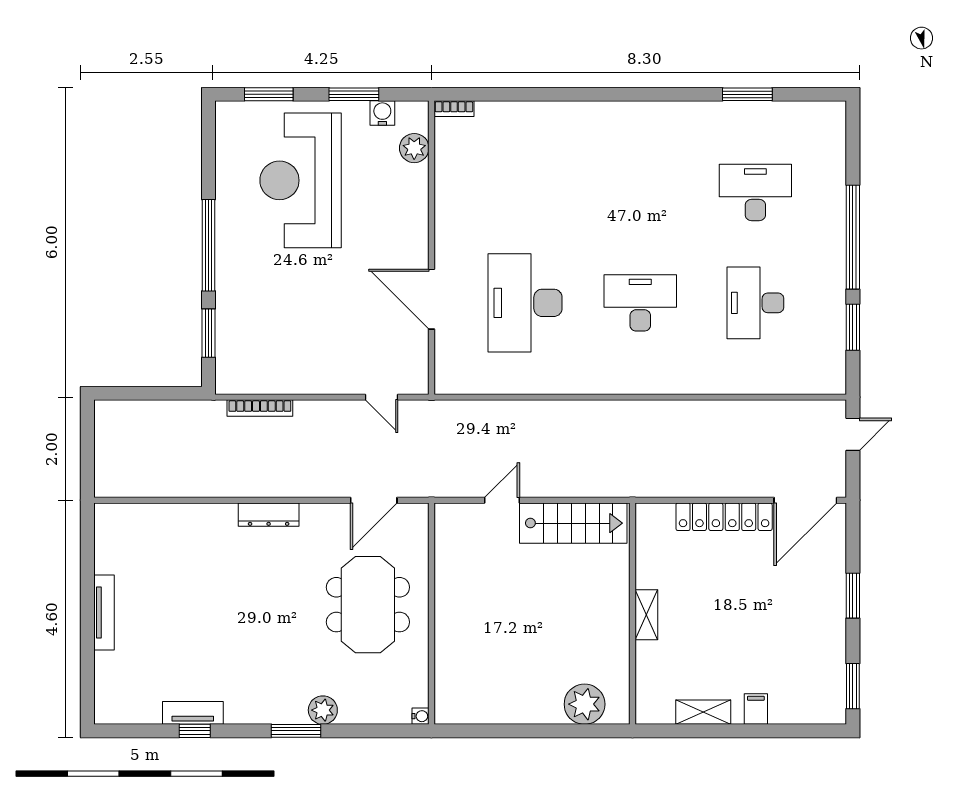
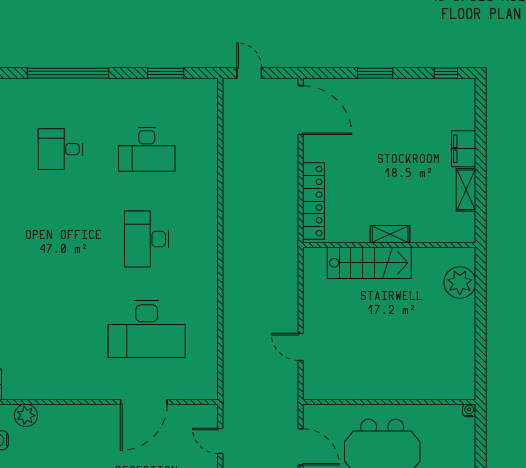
desk: (755, 192) -> (61, 149), width x0.73
window: (853, 237) -> (68, 73), moved
door: (381, 397) -> (220, 441), swing flipped
locker: (724, 517) -> (314, 201), moved
stairs: (573, 523) -> (369, 263), moved, turned 90
window: (853, 686) -> (446, 73), width x0.67
filing cabinet: (756, 709) -> (464, 149), width x2.00

